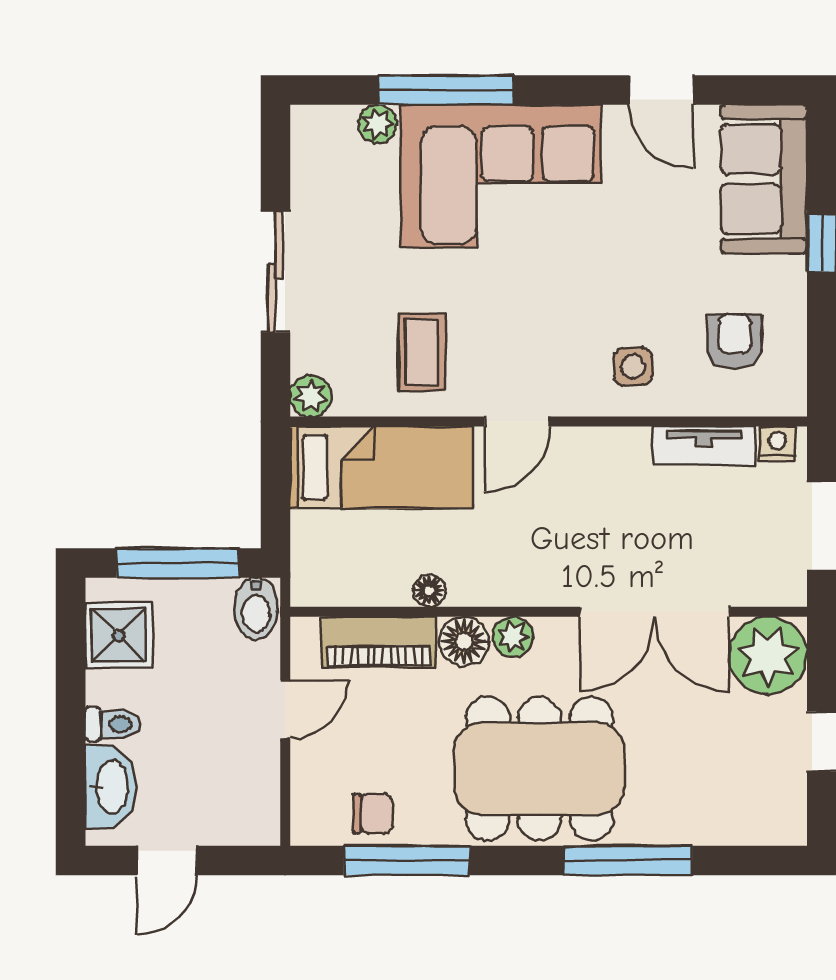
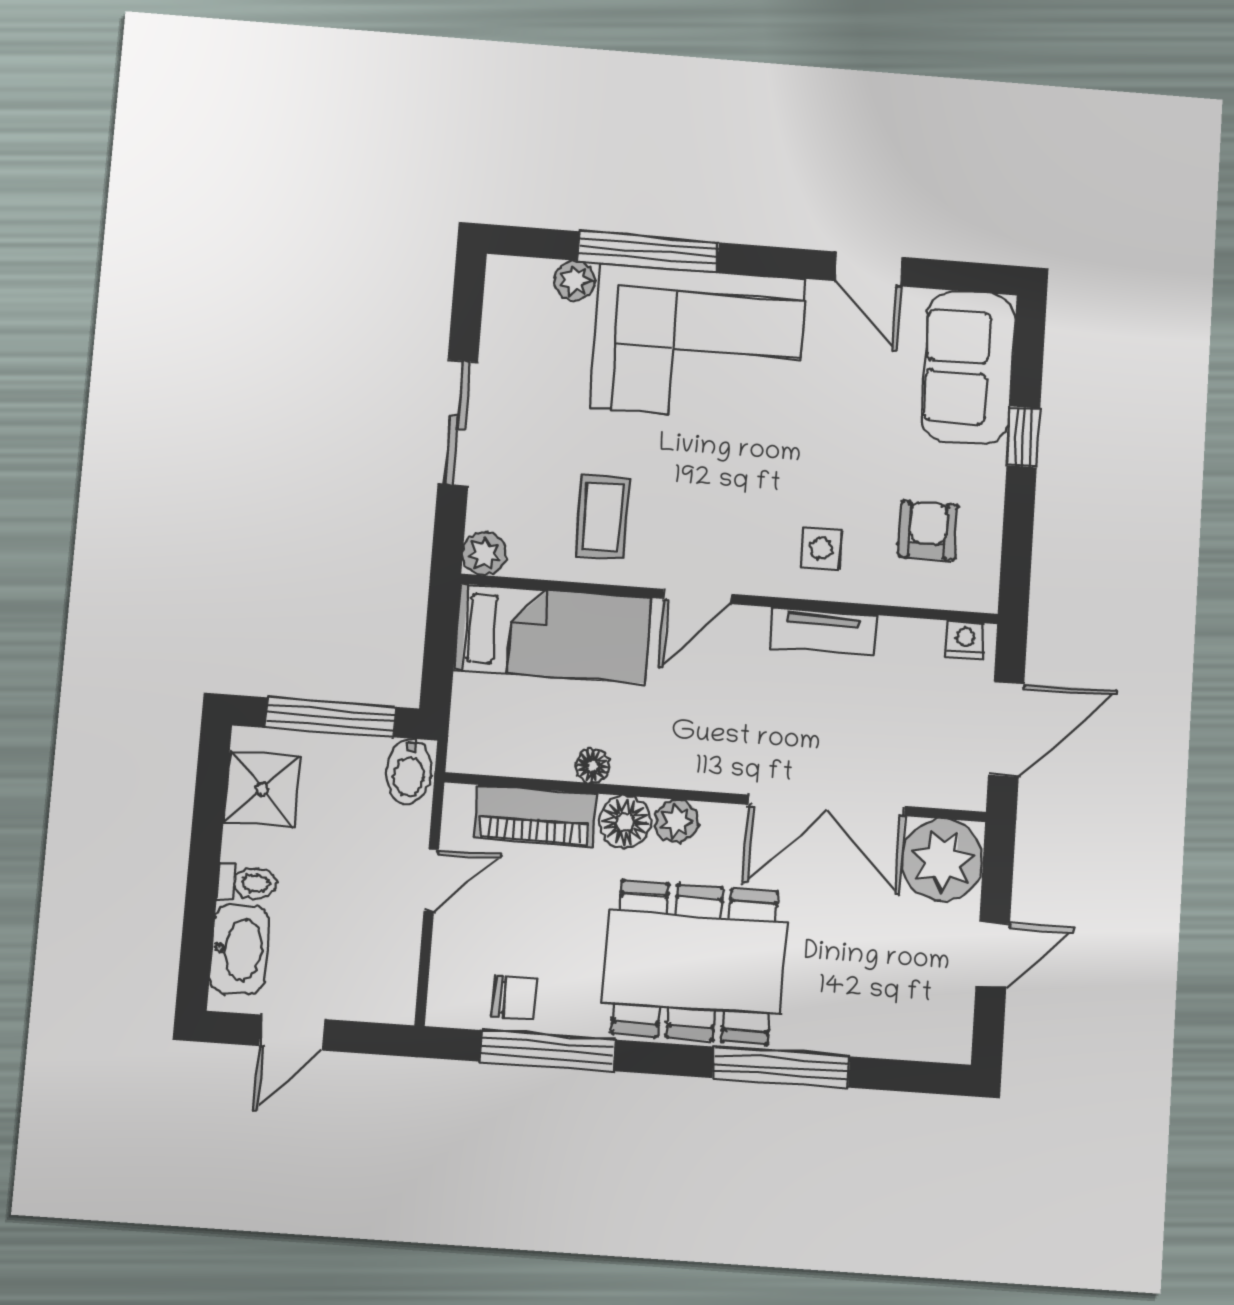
tv unit: (704, 446) -> (823, 631), moved

